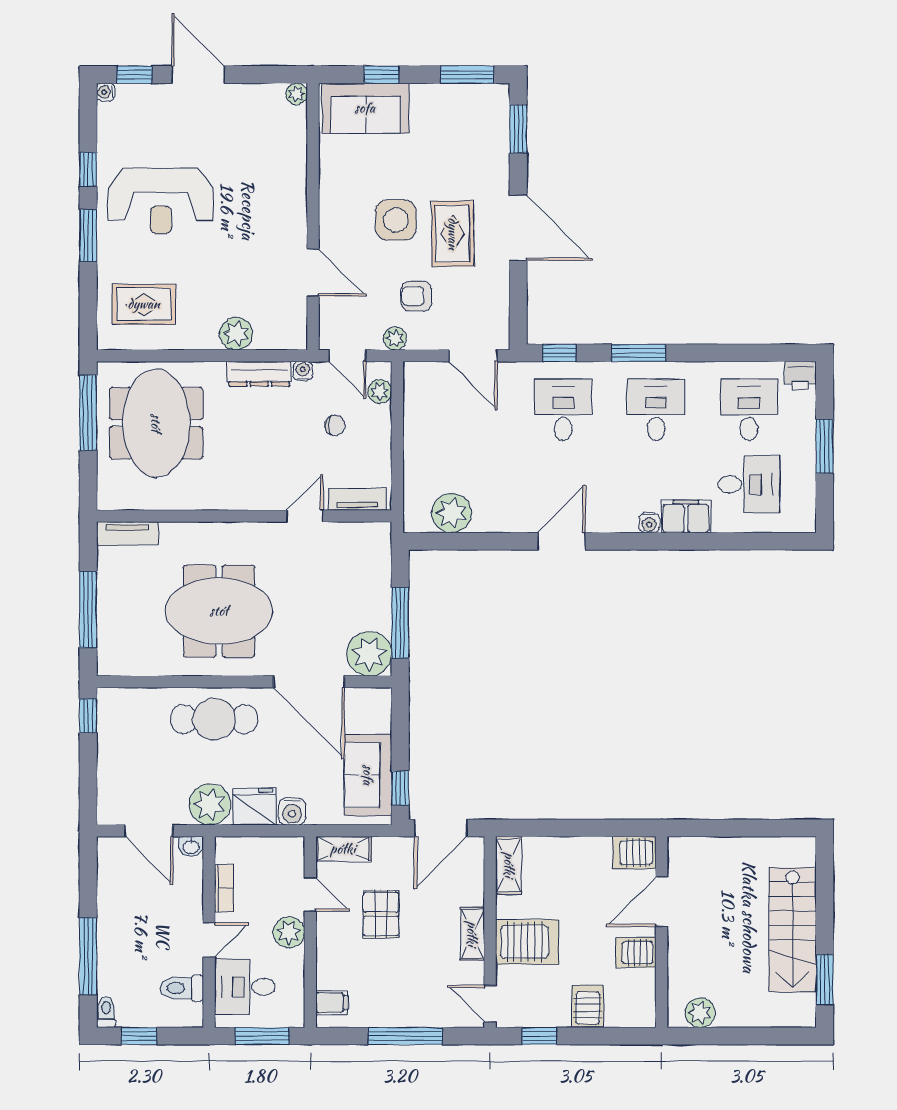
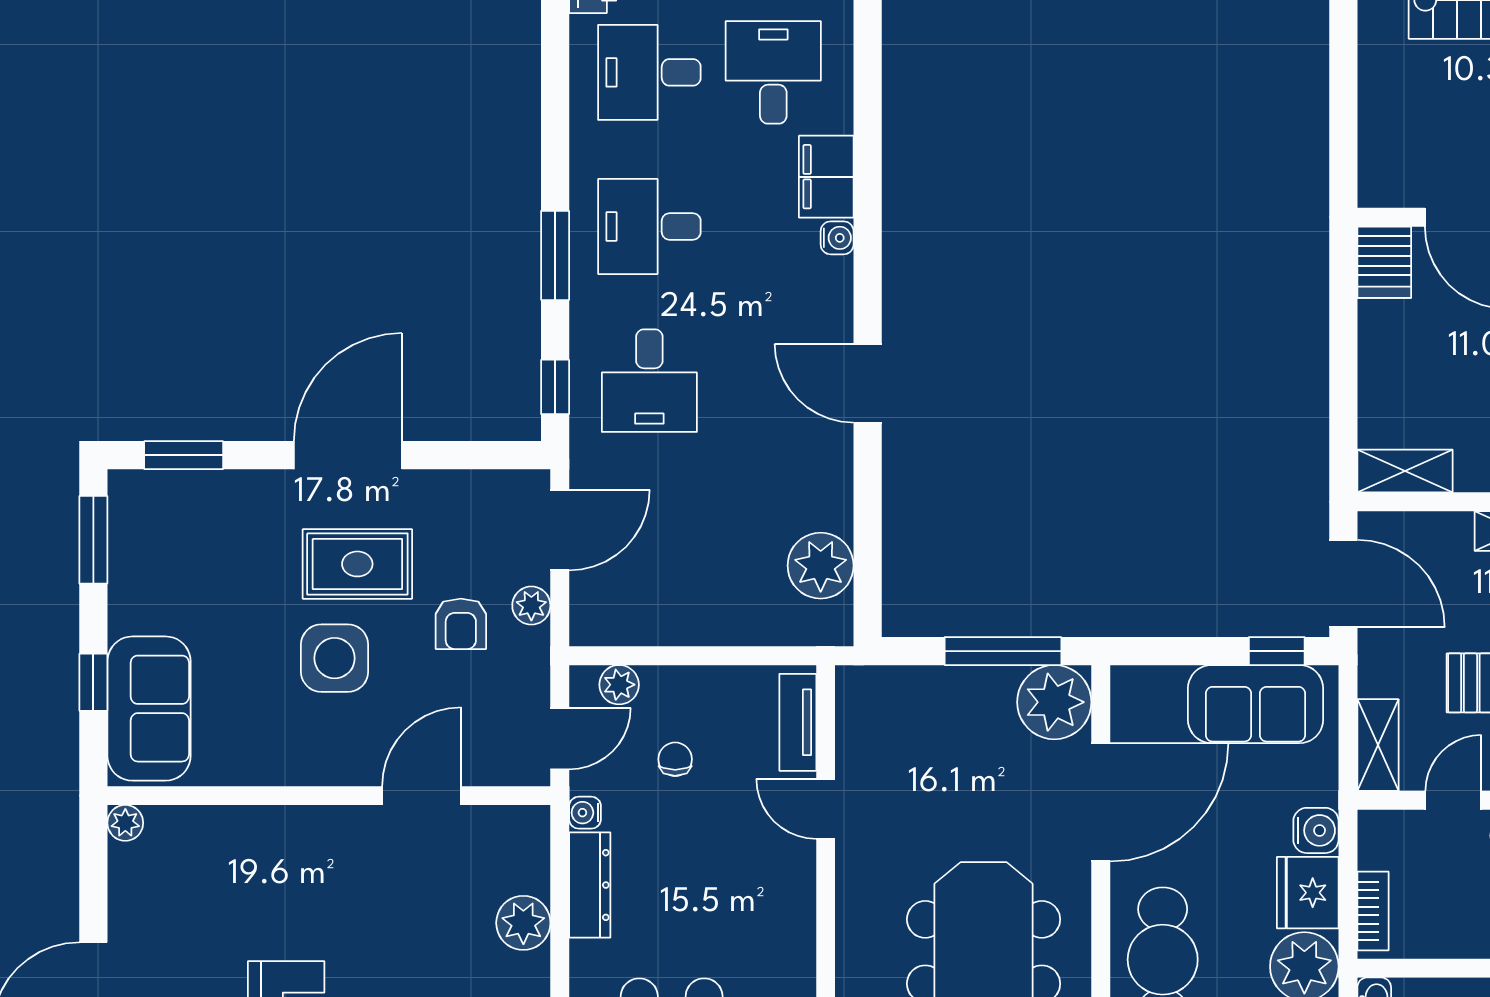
plant: (395, 339) -> (531, 606), moved
desk: (563, 410) -> (649, 381), turned -90
bookcase: (224, 888) -> (1373, 911), moved, turned 90

